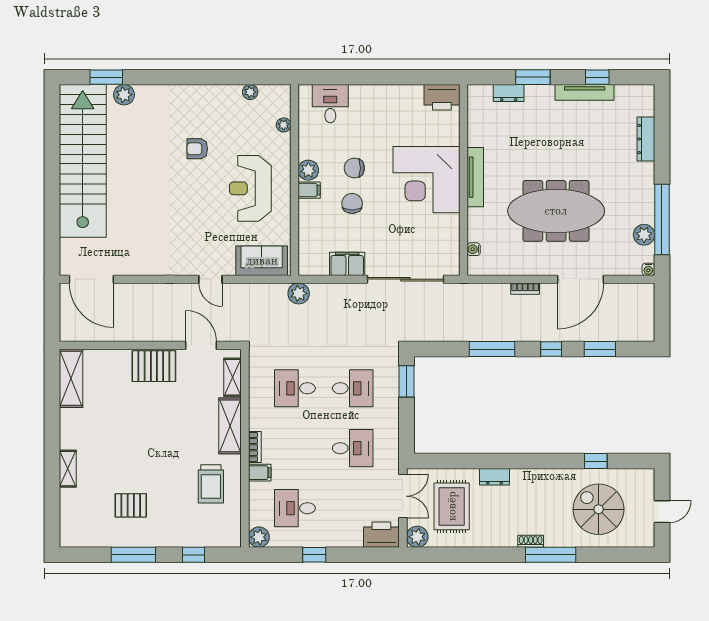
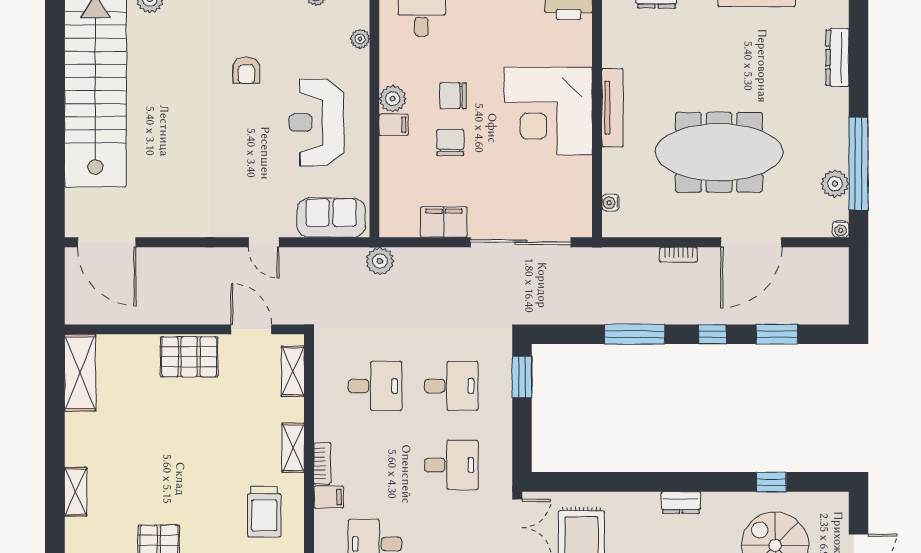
armchair: (197, 149) -> (246, 70), turned -90
desk: (295, 388) -> (375, 386), turned 180
shelving: (230, 426) -> (293, 448), width x0.67, depth x0.75
dresser: (495, 477) -> (681, 503), moved

